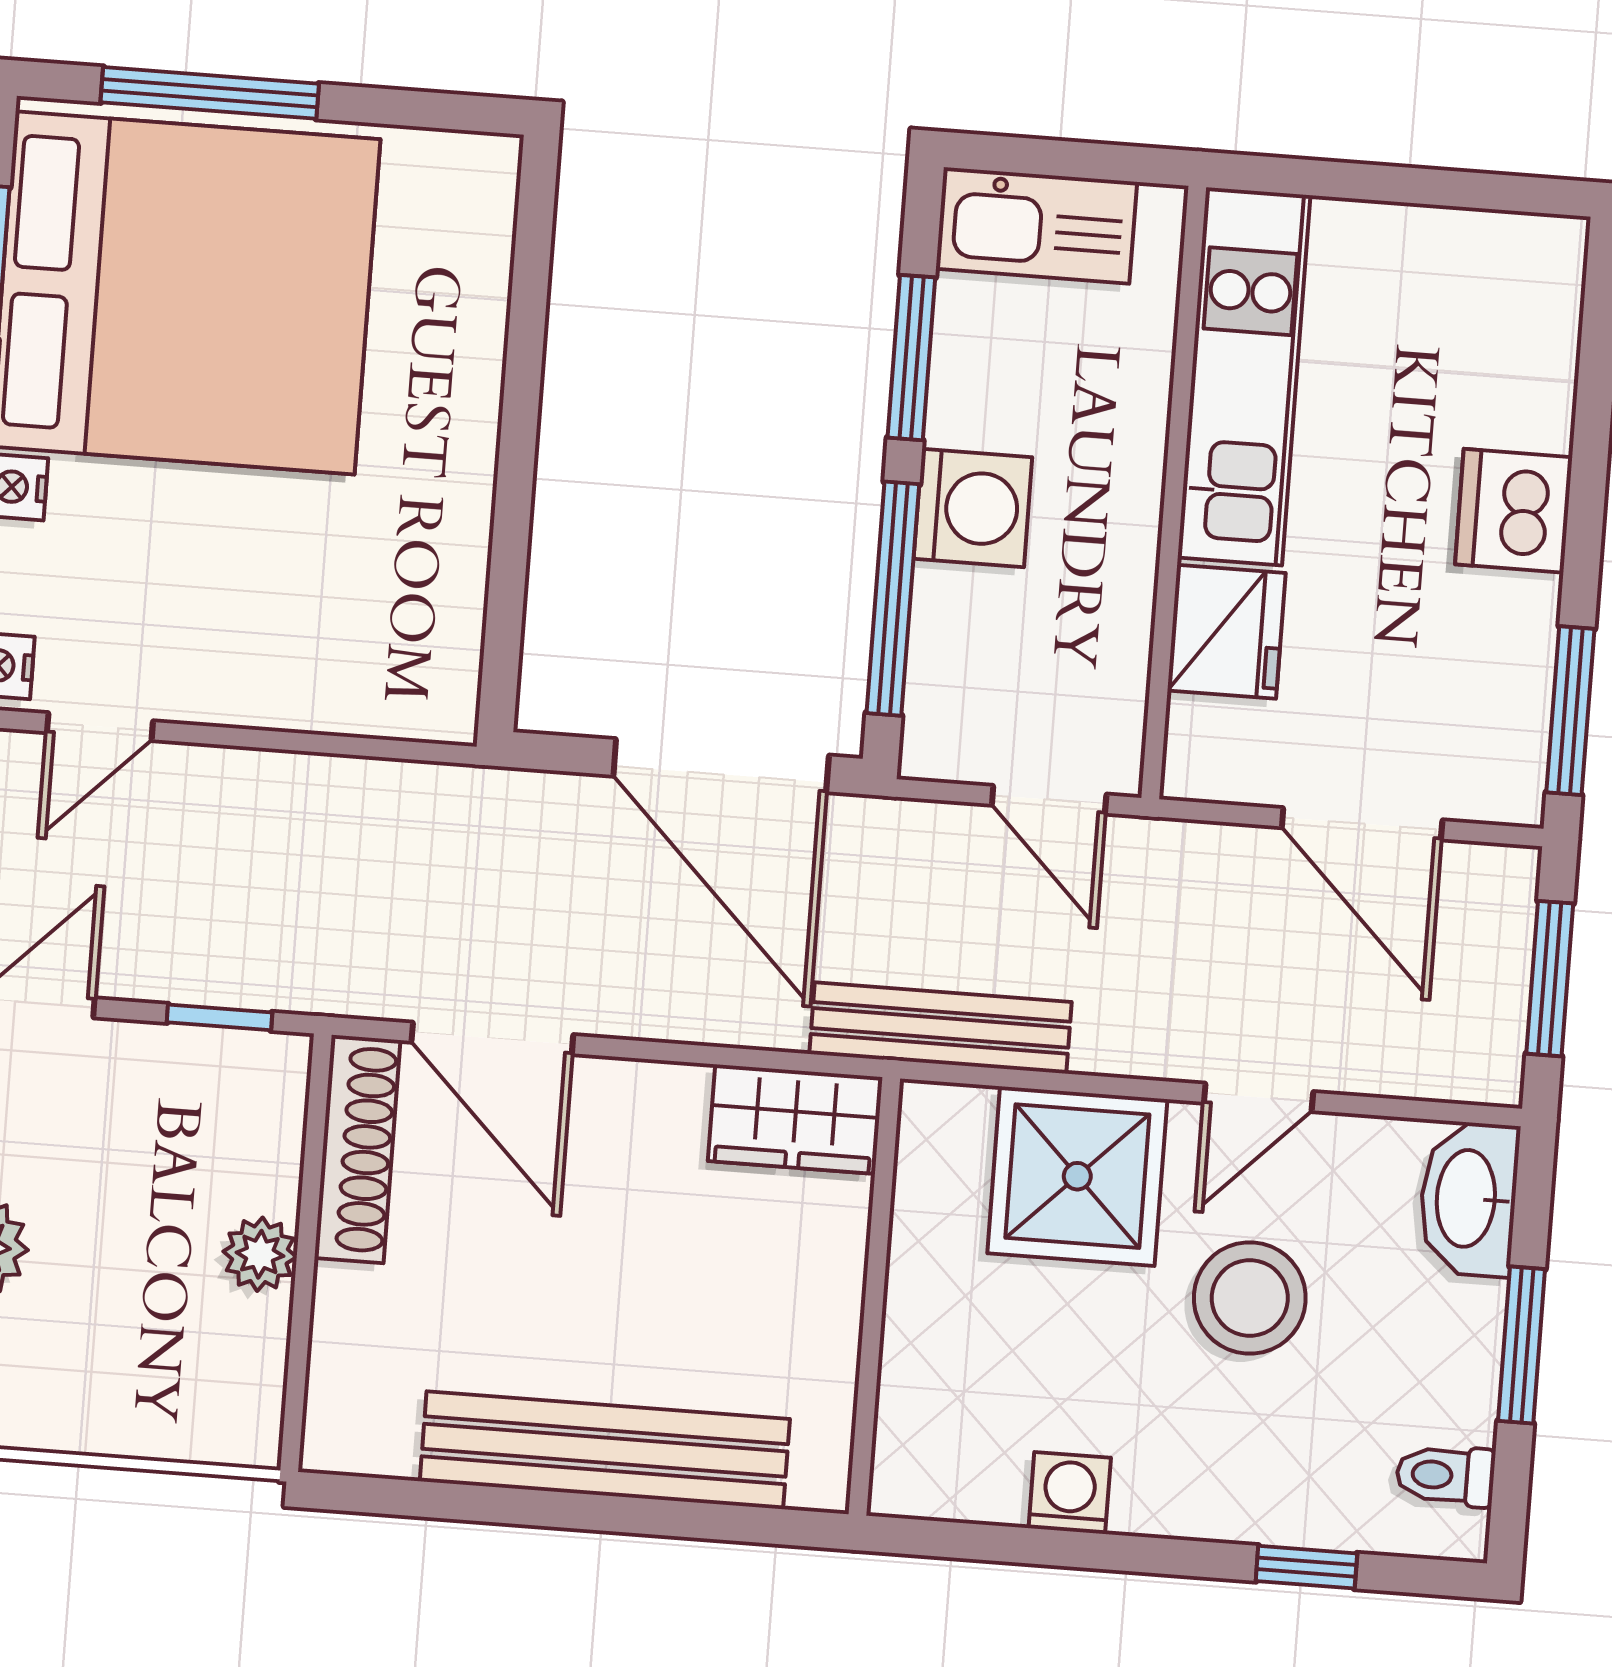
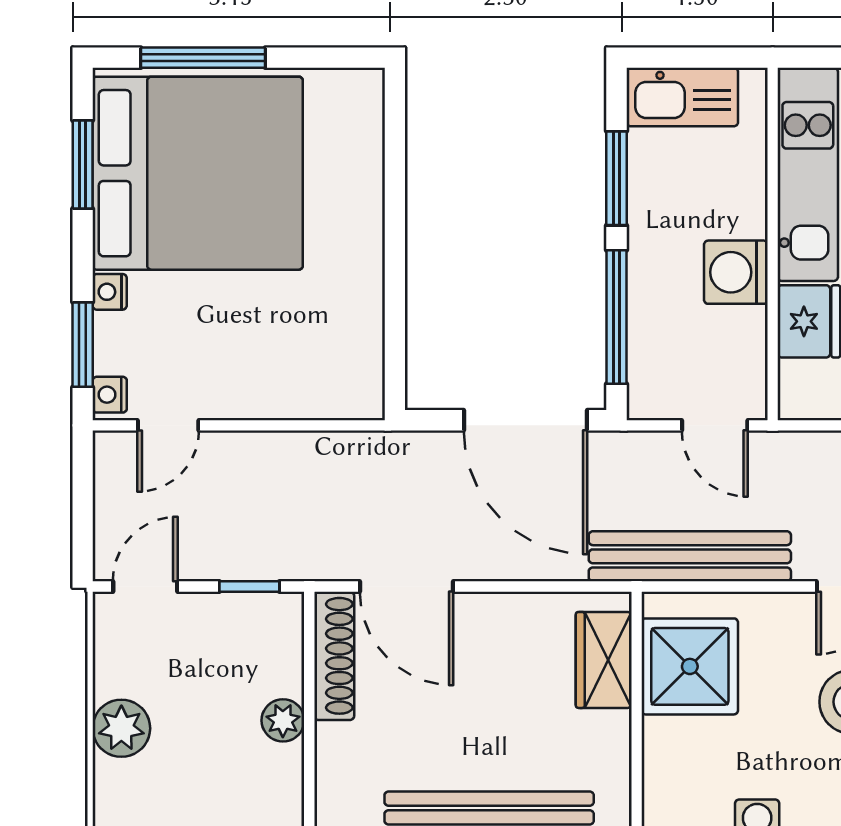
washing machine: (973, 508) -> (736, 272), moved, turned 180
bench: (940, 1028) -> (690, 556), width x1.37, depth x1.21
wardrobe: (795, 1119) -> (604, 660), moved, turned 90
shower: (1077, 1176) -> (690, 666), moved

